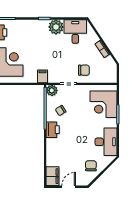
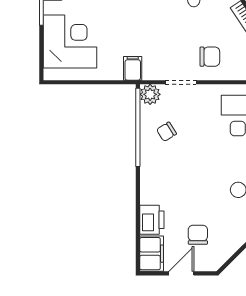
printer: (53, 130) -> (152, 220), moved
chair: (91, 166) -> (198, 235), moved

